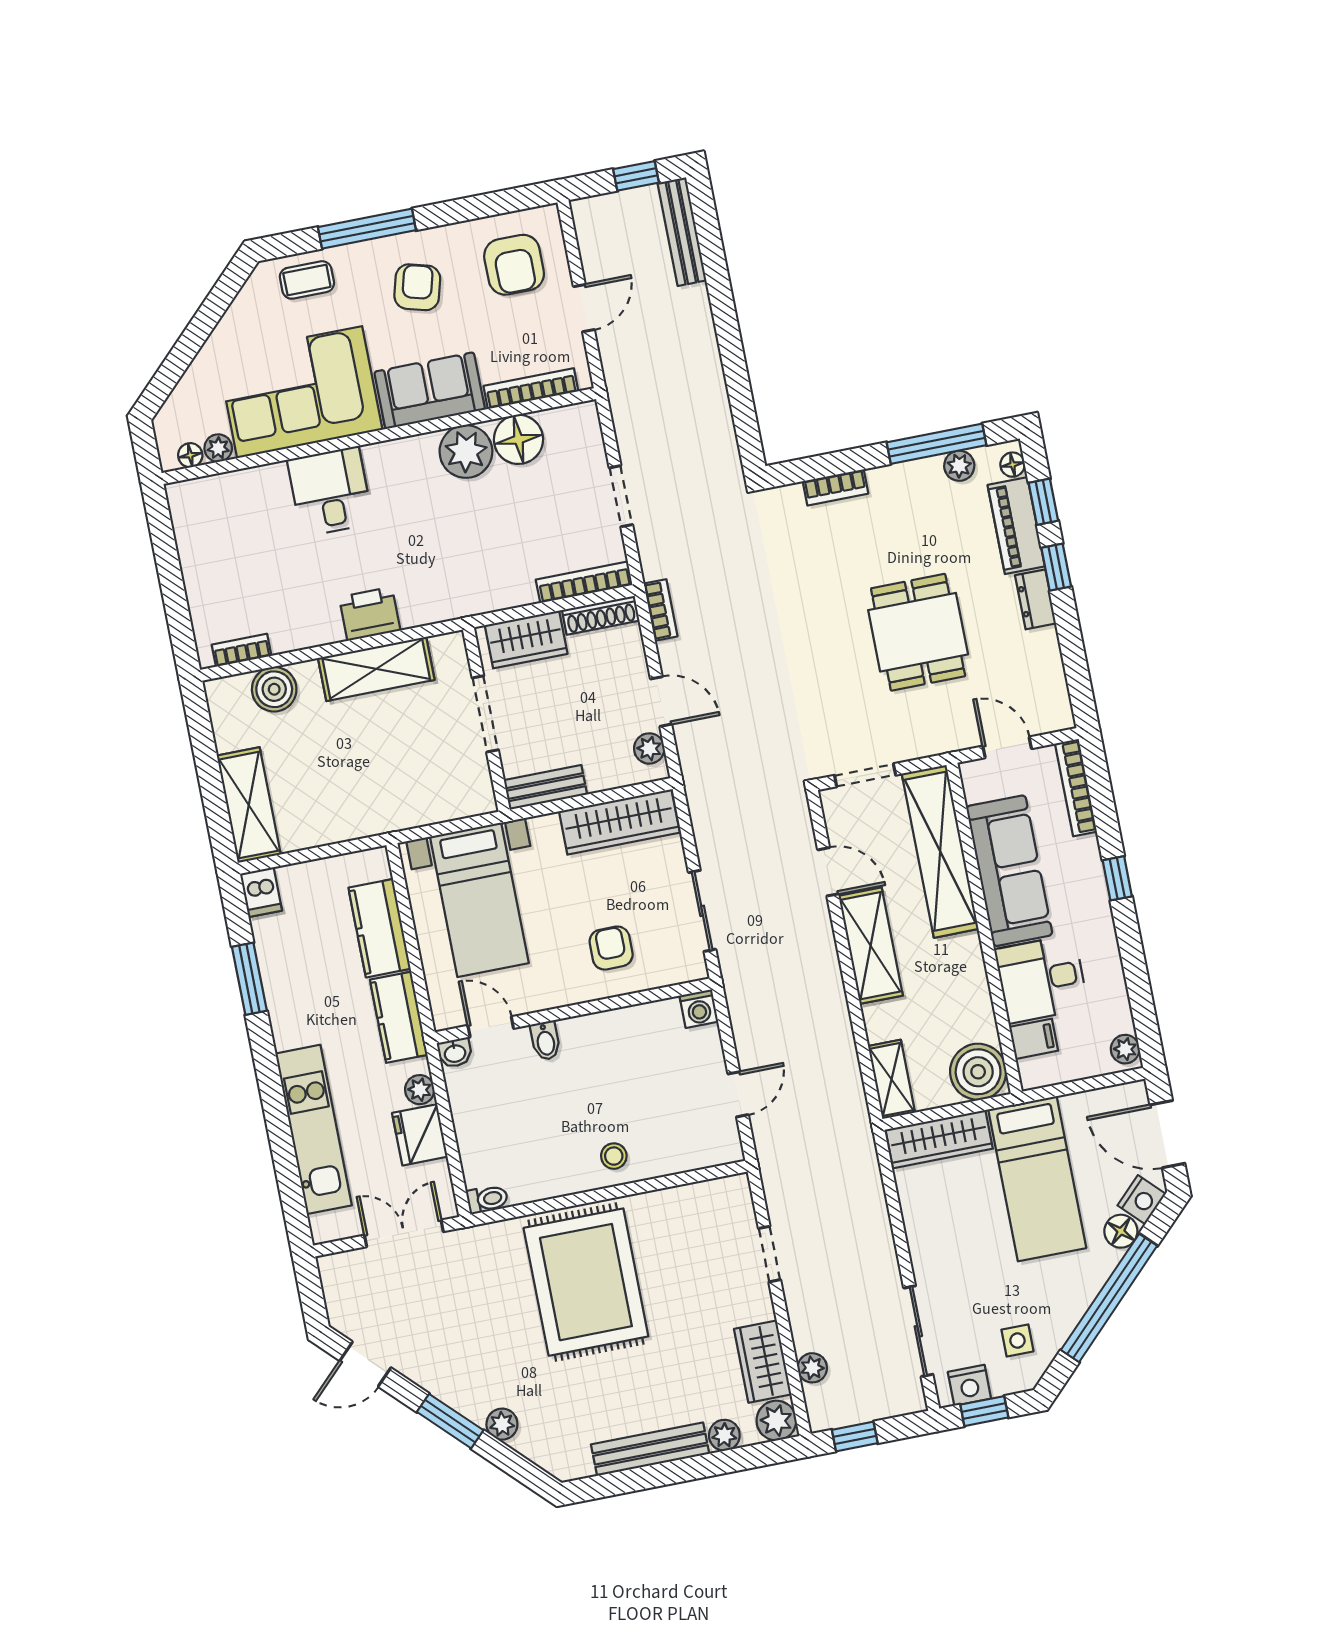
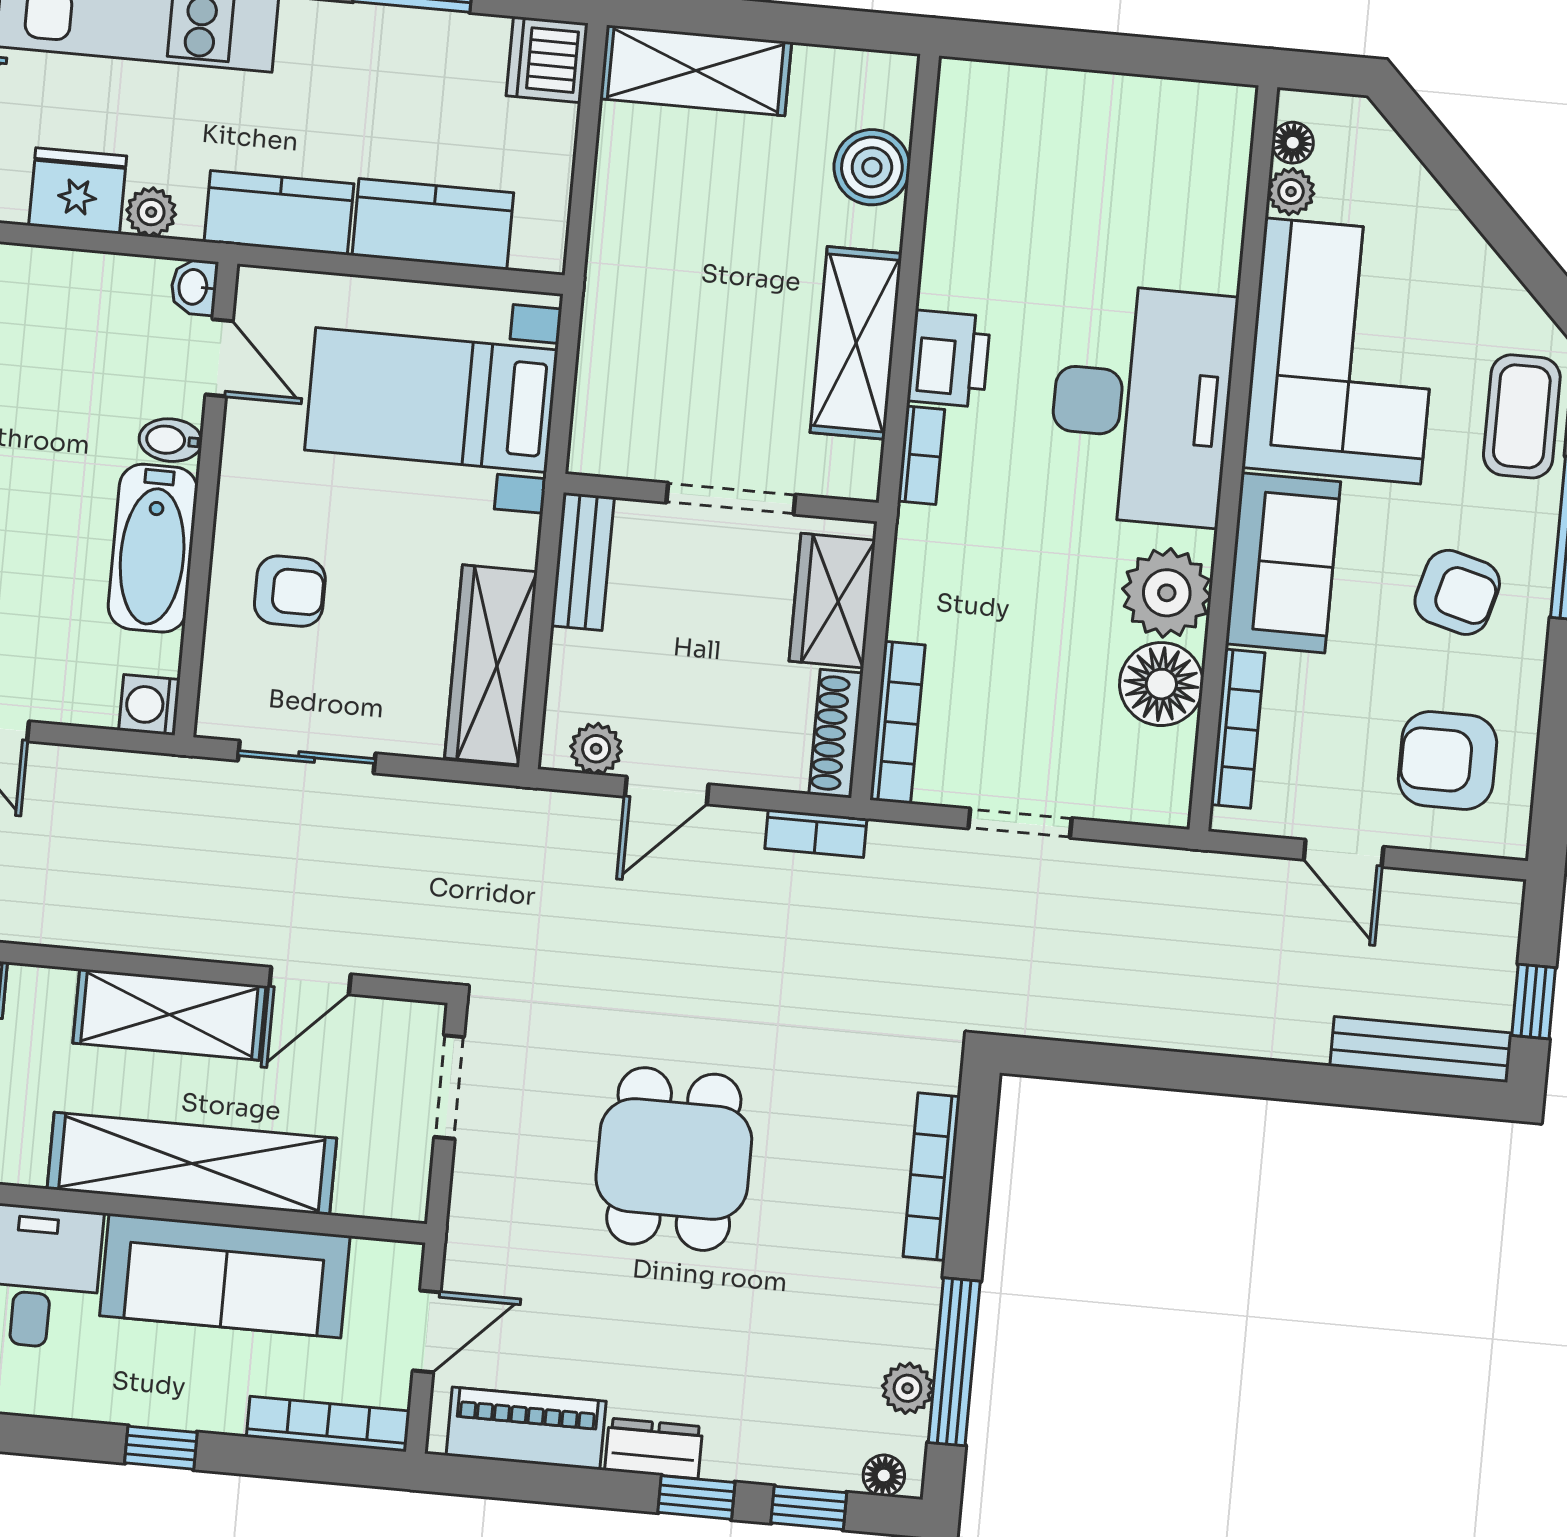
coffee table: (307, 280) -> (1522, 416), width x1.36, depth x1.30
bookcase: (835, 487) -> (932, 1177), width x1.56
desk: (330, 492) -> (1141, 405), width x1.87, depth x1.30
piano: (1016, 526) -> (526, 1428), moved
dining table: (918, 632) -> (674, 1159), moved, turned 90
bookcase: (242, 650) -> (921, 455), moved
shelving: (940, 851) -> (192, 1164), moved
dishwasher: (261, 892) -> (547, 60), width x1.38
door: (491, 1027) -> (219, 358), hinge flipped
bathtub: (610, 1033) -> (153, 548), added

